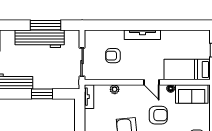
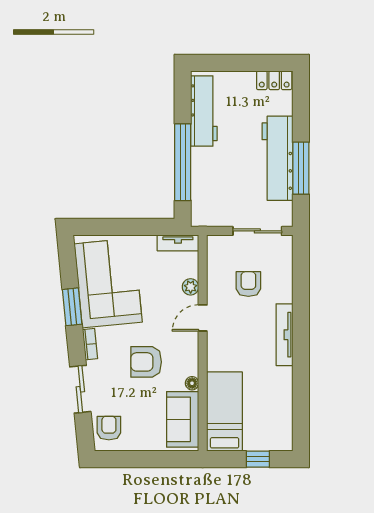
sliding door: (82, 62) -> (257, 231), moved
door: (151, 82) -> (203, 318), moved
window: (42, 94) -> (183, 162), width x2.11
armchair: (158, 115) -> (146, 362), turned 90

